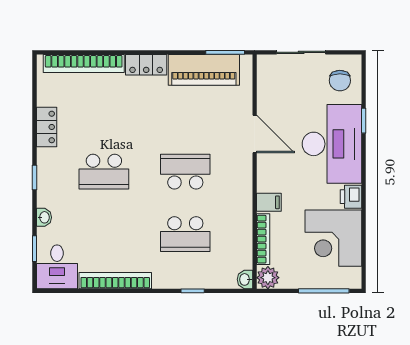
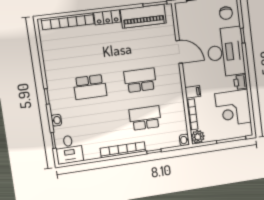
locker: (47, 127) -> (50, 64), removed
school desk: (185, 234) -> (145, 118), turned 180
bookcase: (115, 281) -> (123, 150), moved

